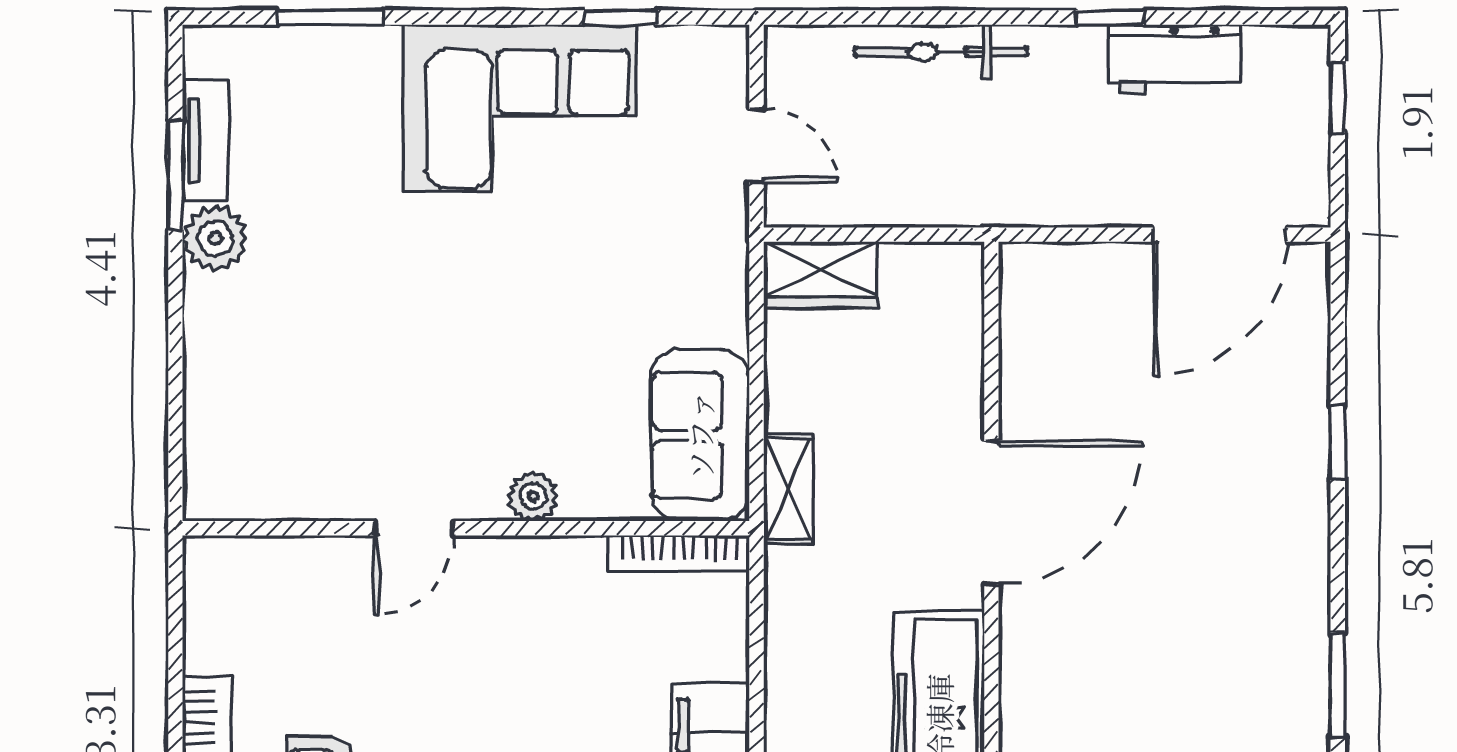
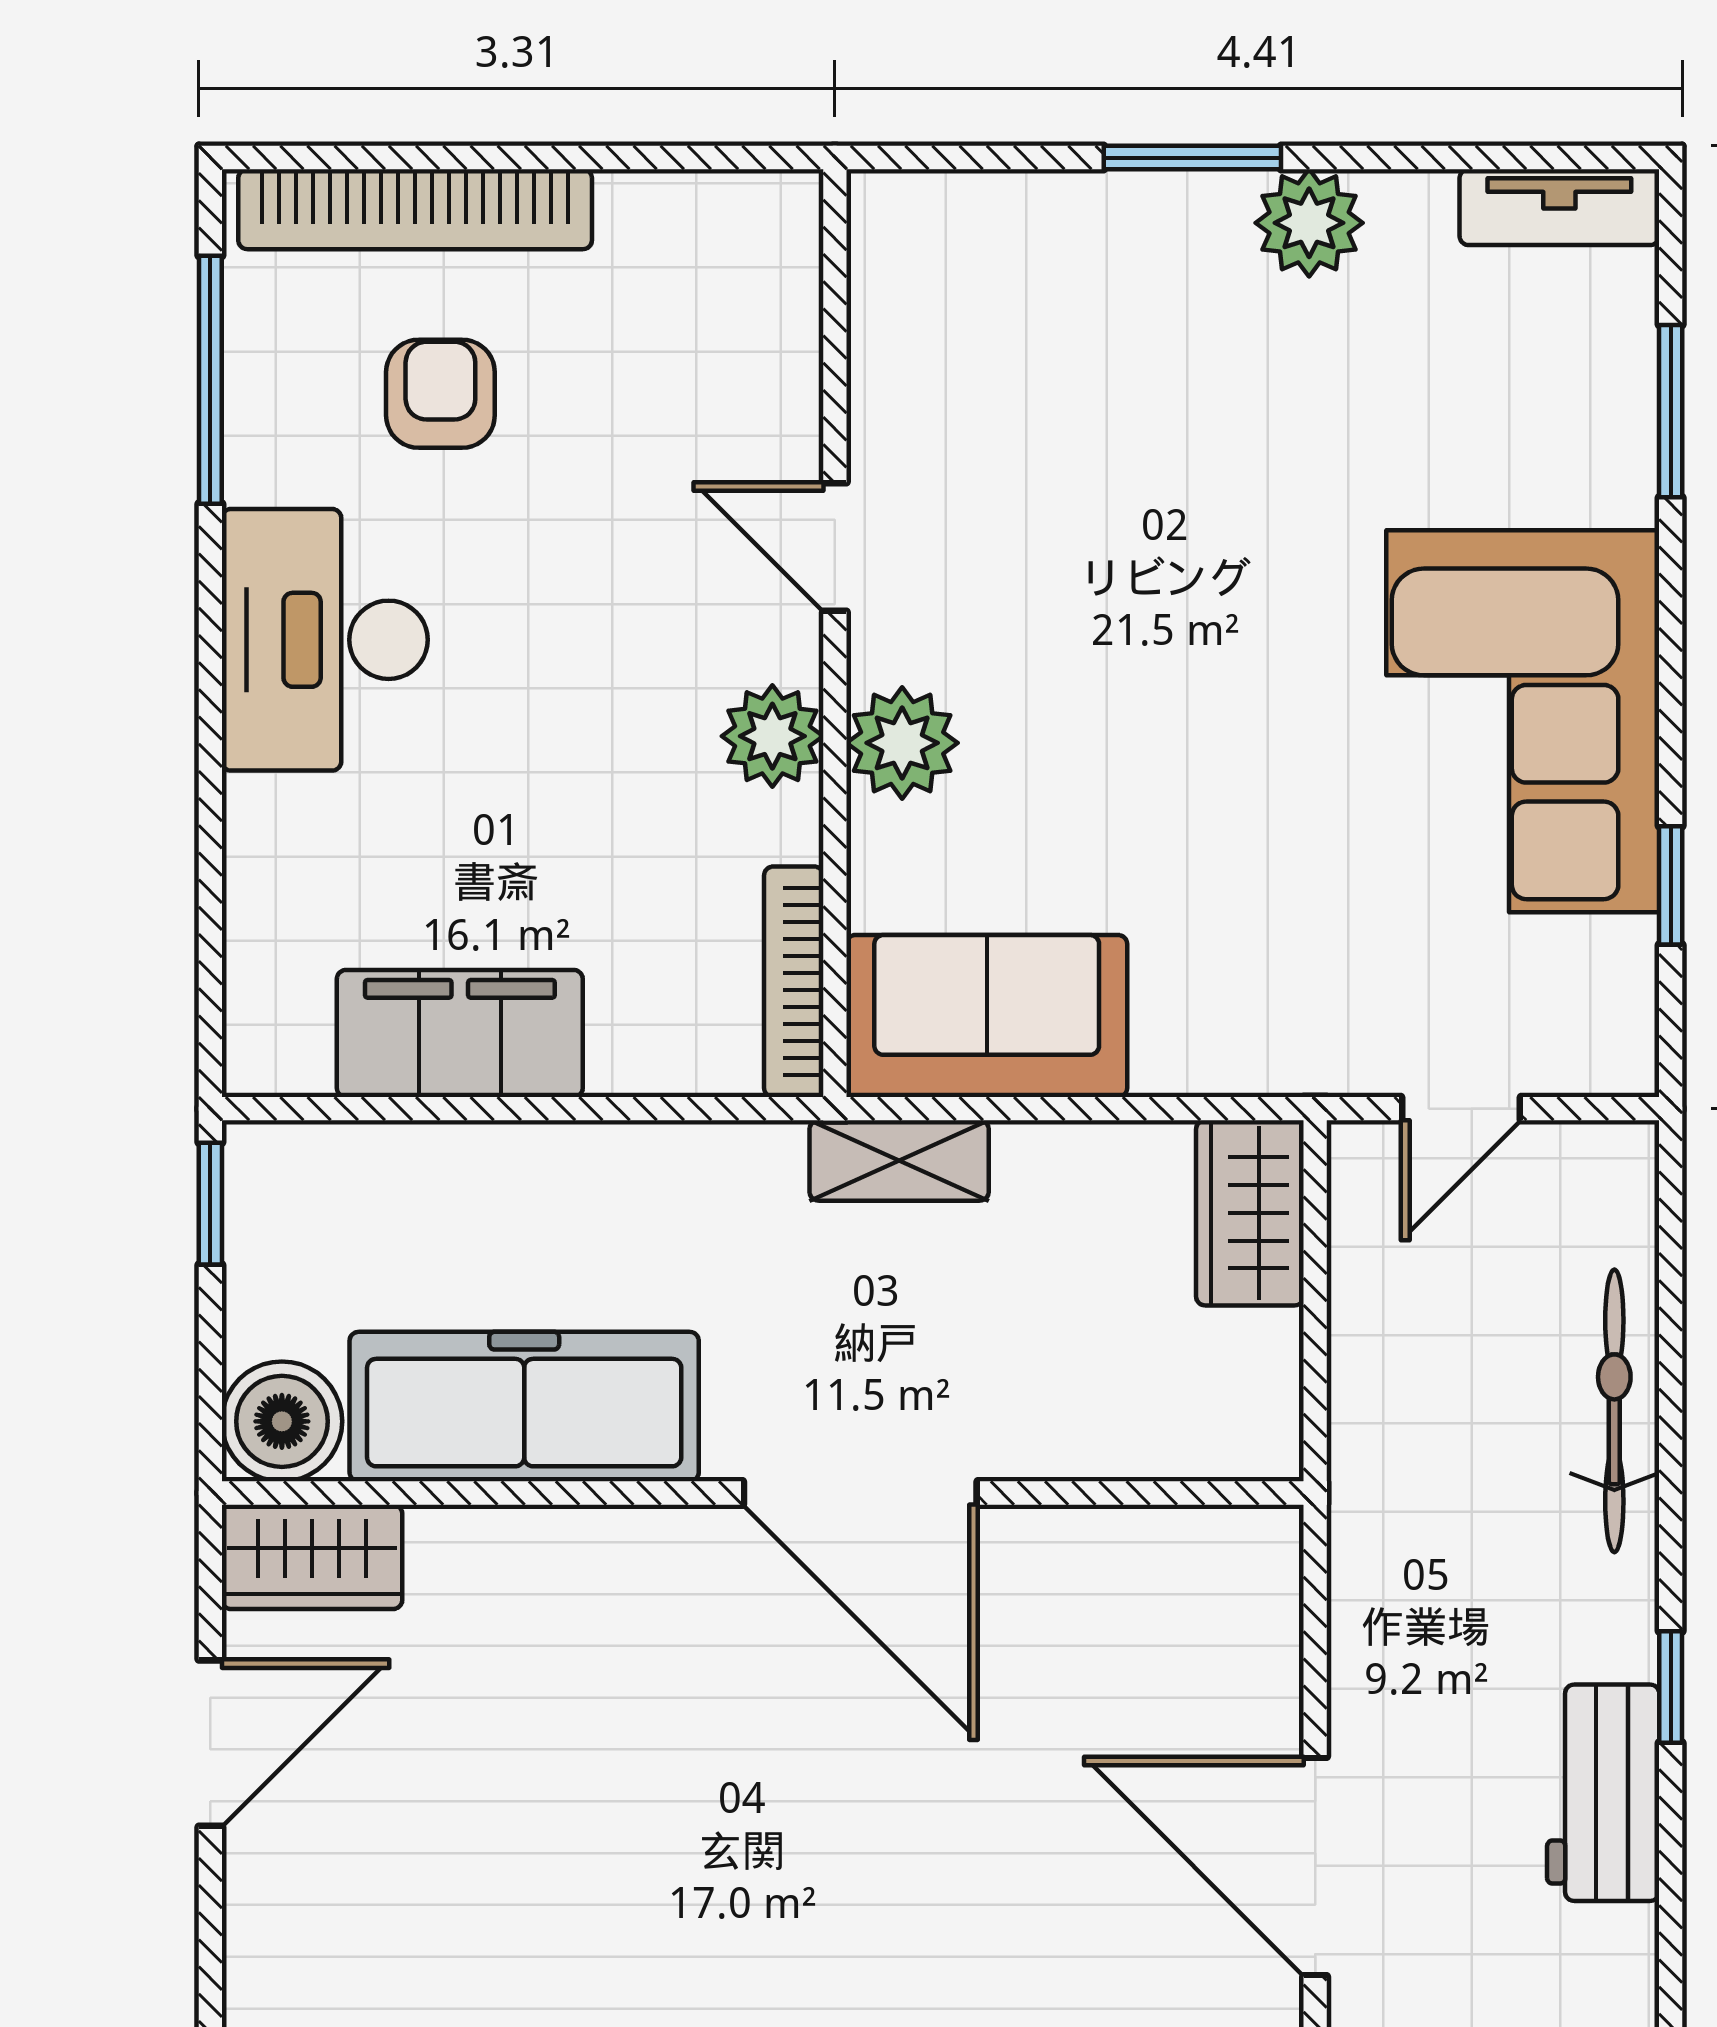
tv unit: (206, 140) -> (1559, 207), moved
window: (175, 175) -> (1192, 158), moved
plant: (533, 496) -> (902, 743), width x1.38, depth x1.38
plant: (529, 566) -> (772, 736), added

